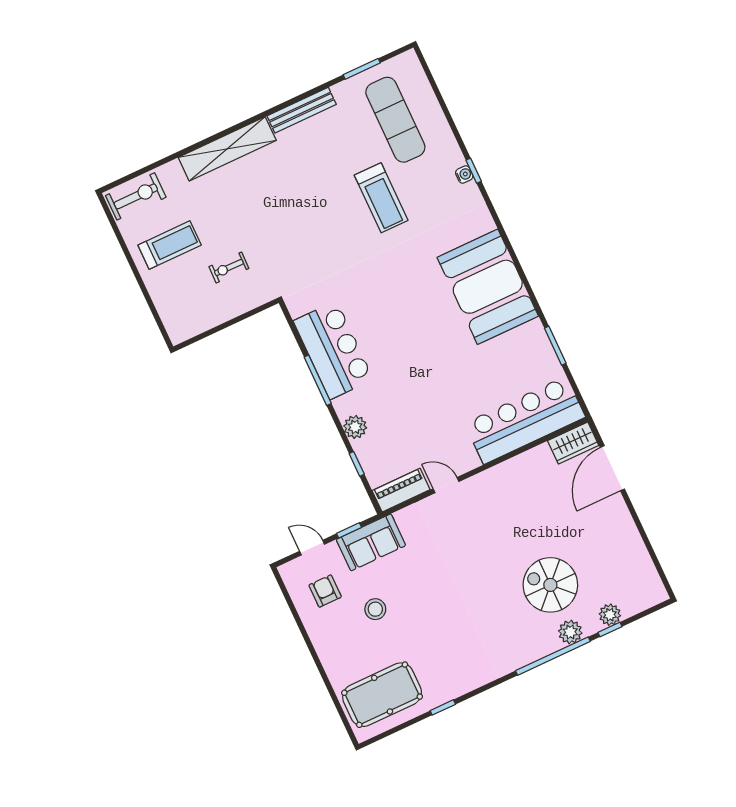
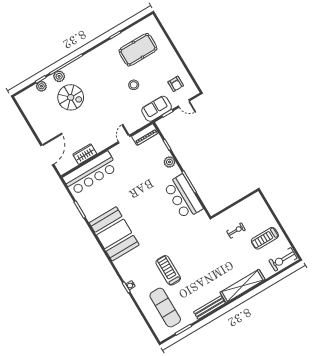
wardrobe: (573, 443) -> (85, 154), moved
door: (446, 485) -> (124, 139), swing flipped
stool: (375, 609) -> (134, 85), moved
pool table: (382, 695) -> (138, 50), moved

